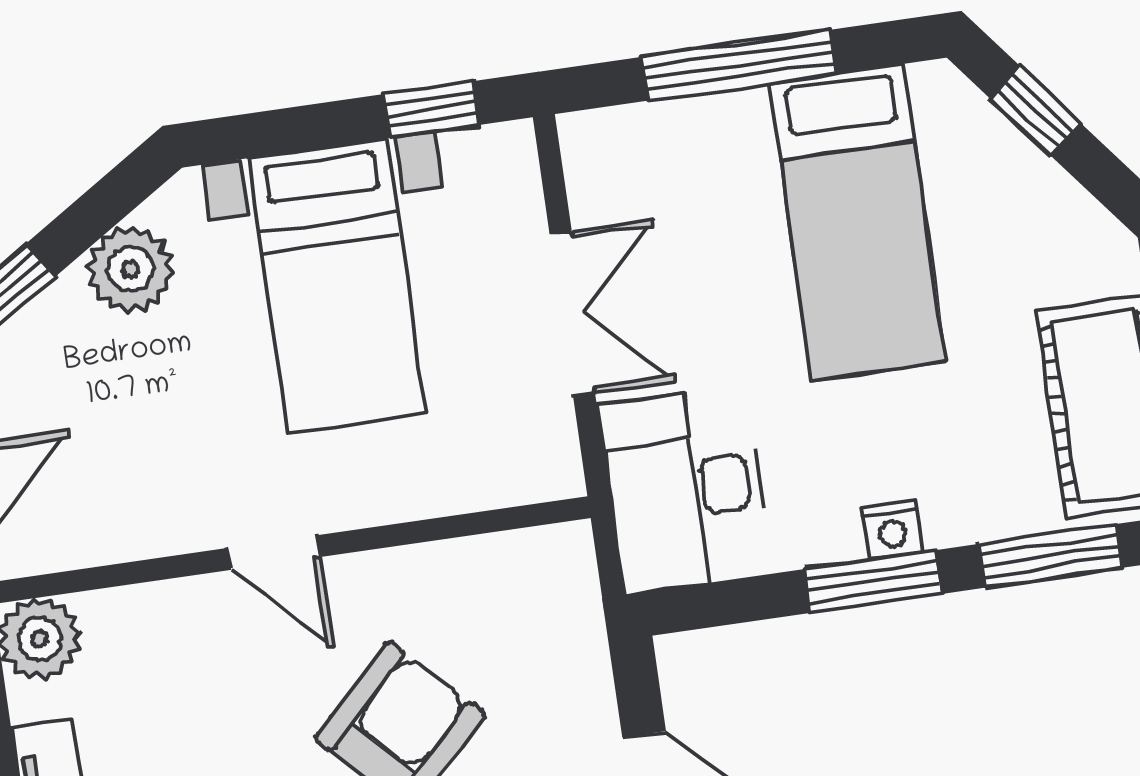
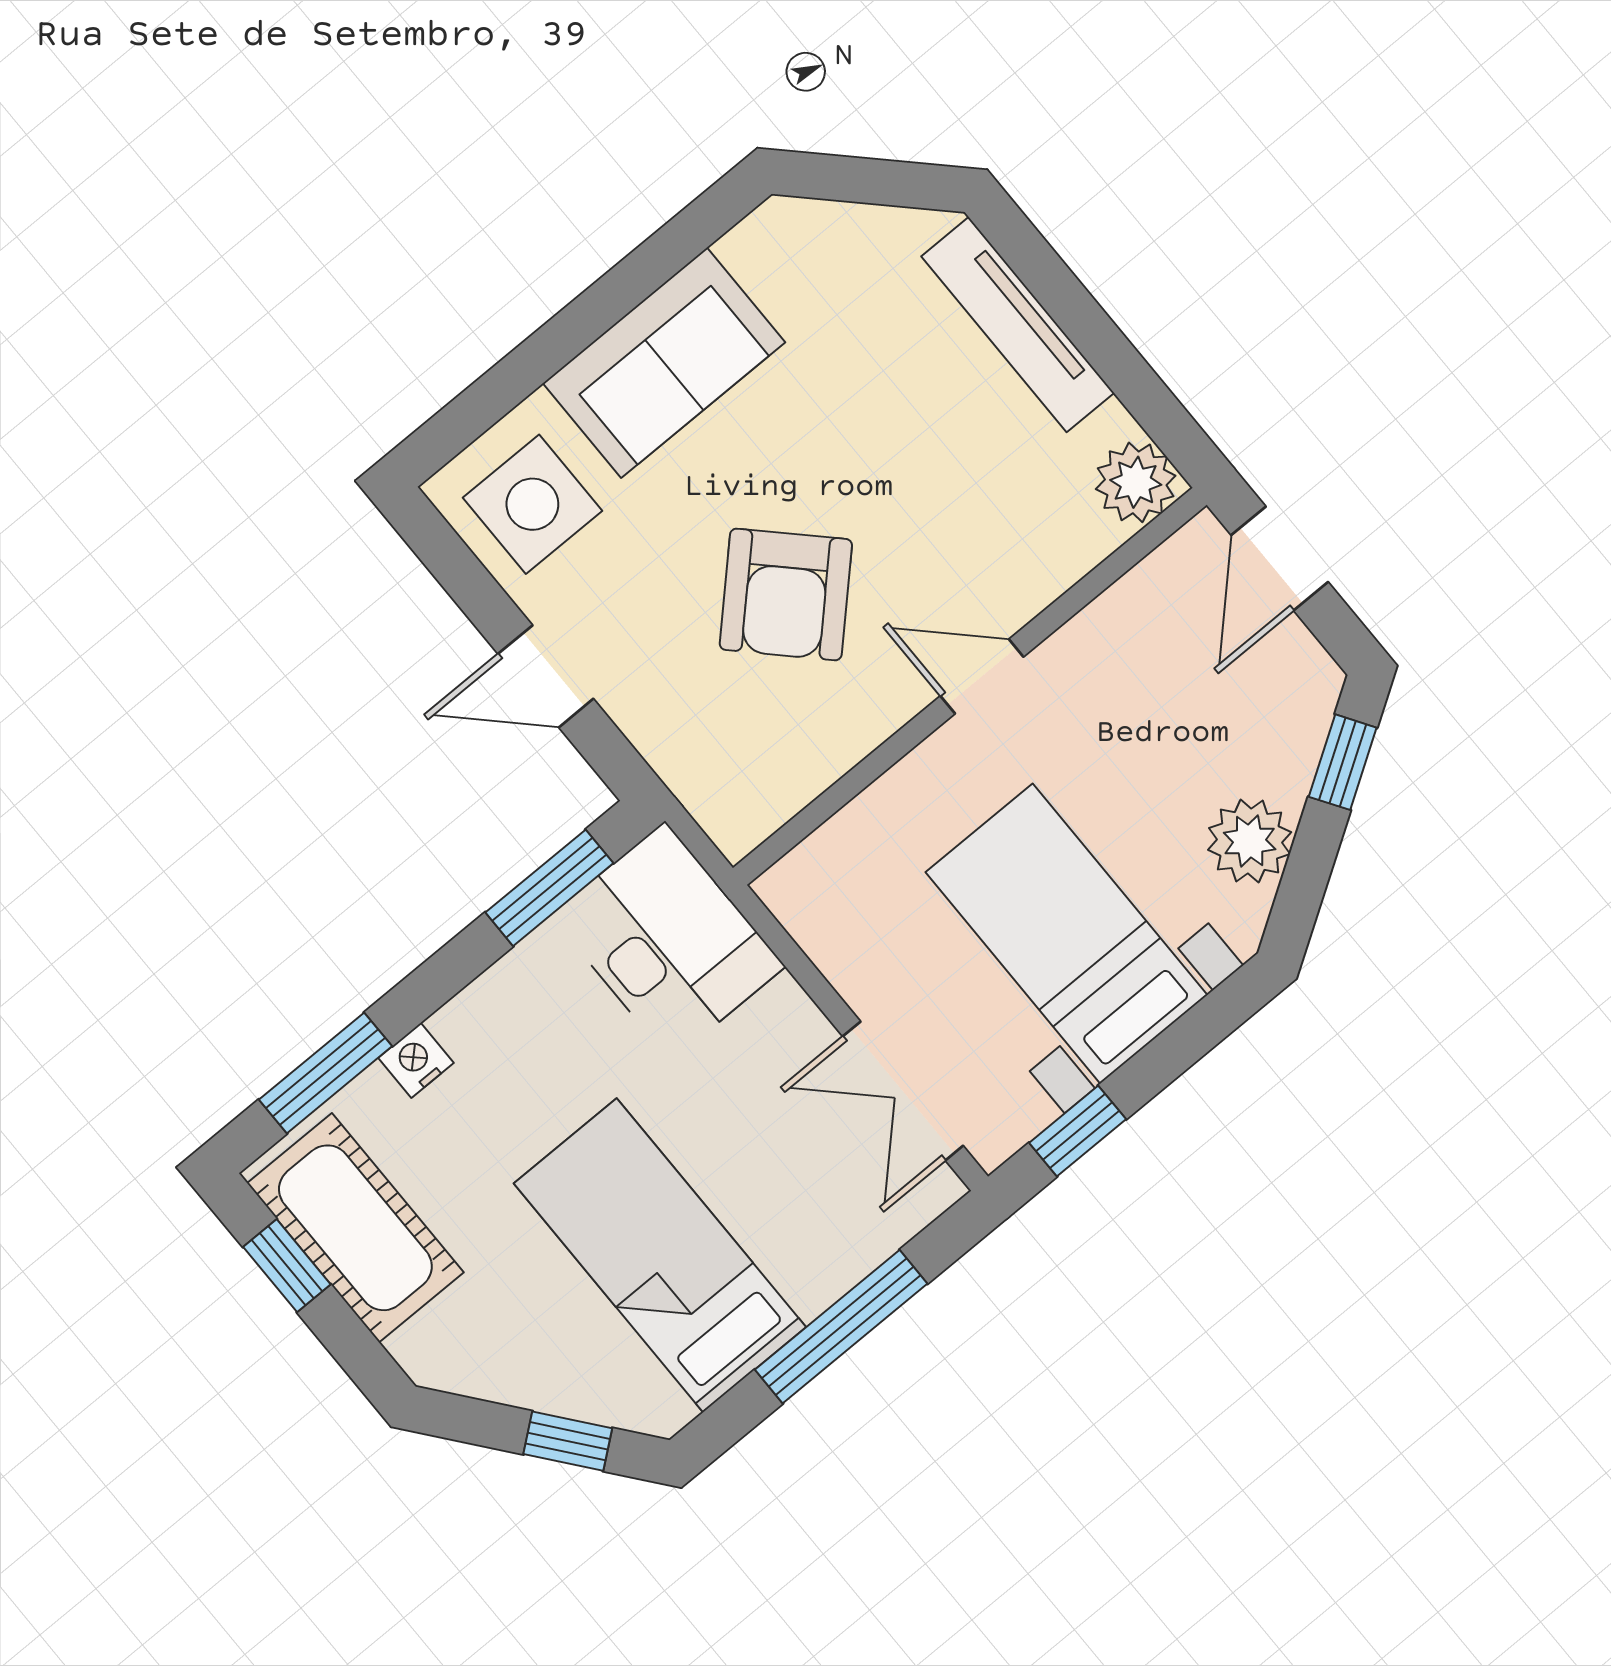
double door: (572, 313) -> (903, 1091), moved
nightstand: (892, 530) -> (416, 1060), moved
window: (873, 582) -> (549, 888), moved

